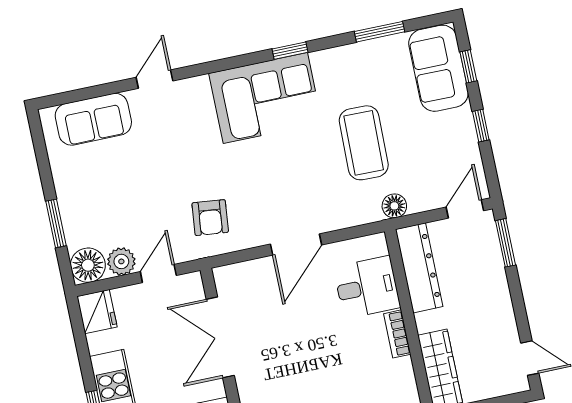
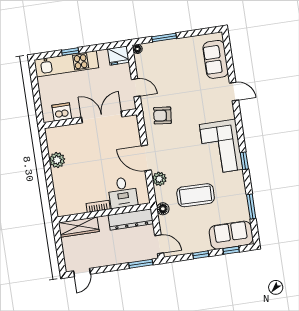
plant: (121, 261) -> (159, 179), moved
floor lamp: (88, 265) -> (137, 49), width x0.53, depth x0.53

